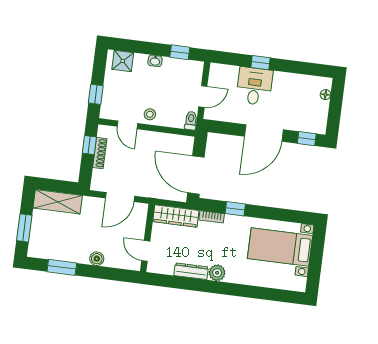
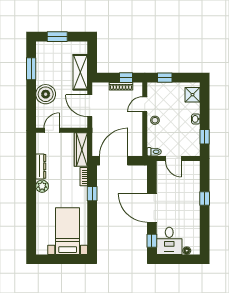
desk: (254, 86) -> (169, 241), moved, turned 90
shelving: (58, 202) -> (80, 72), moved
boiler: (97, 259) -> (46, 94), width x1.86, depth x1.86

